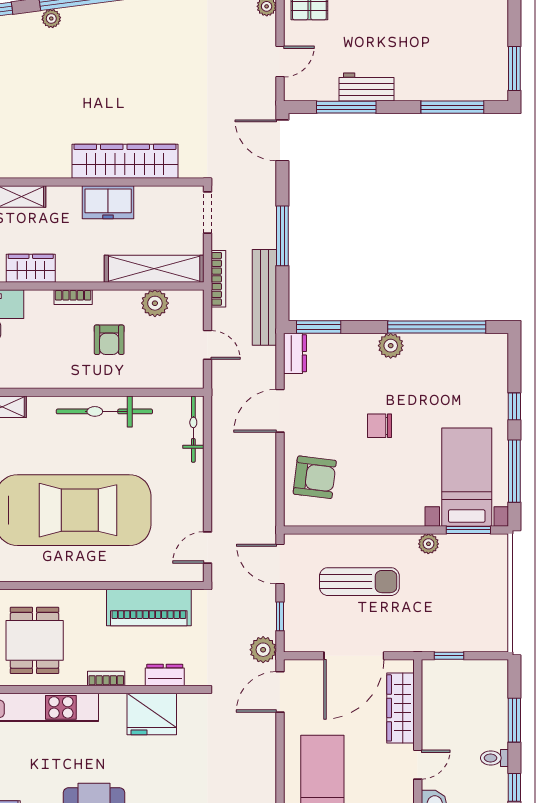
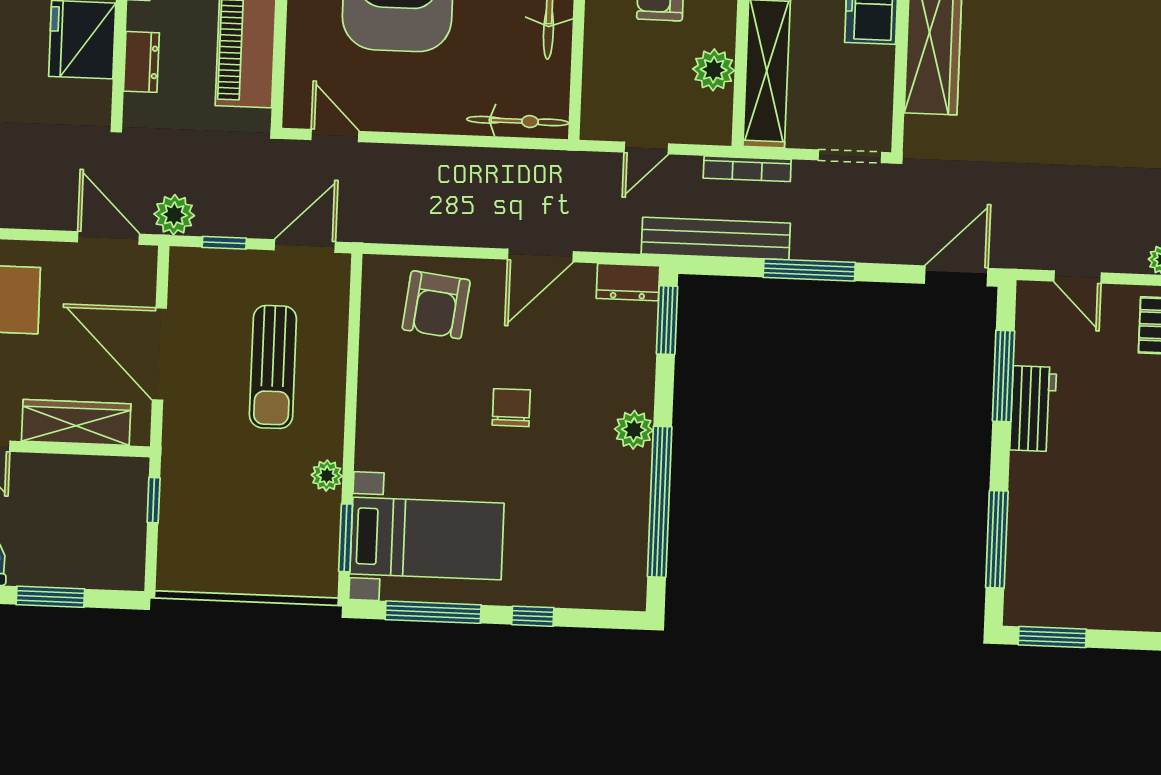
door: (280, 411) -> (540, 255), swing flipped

